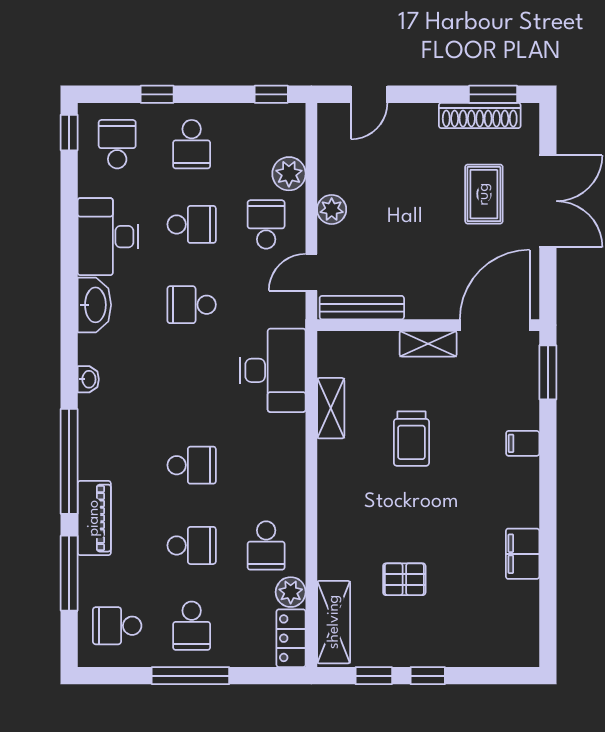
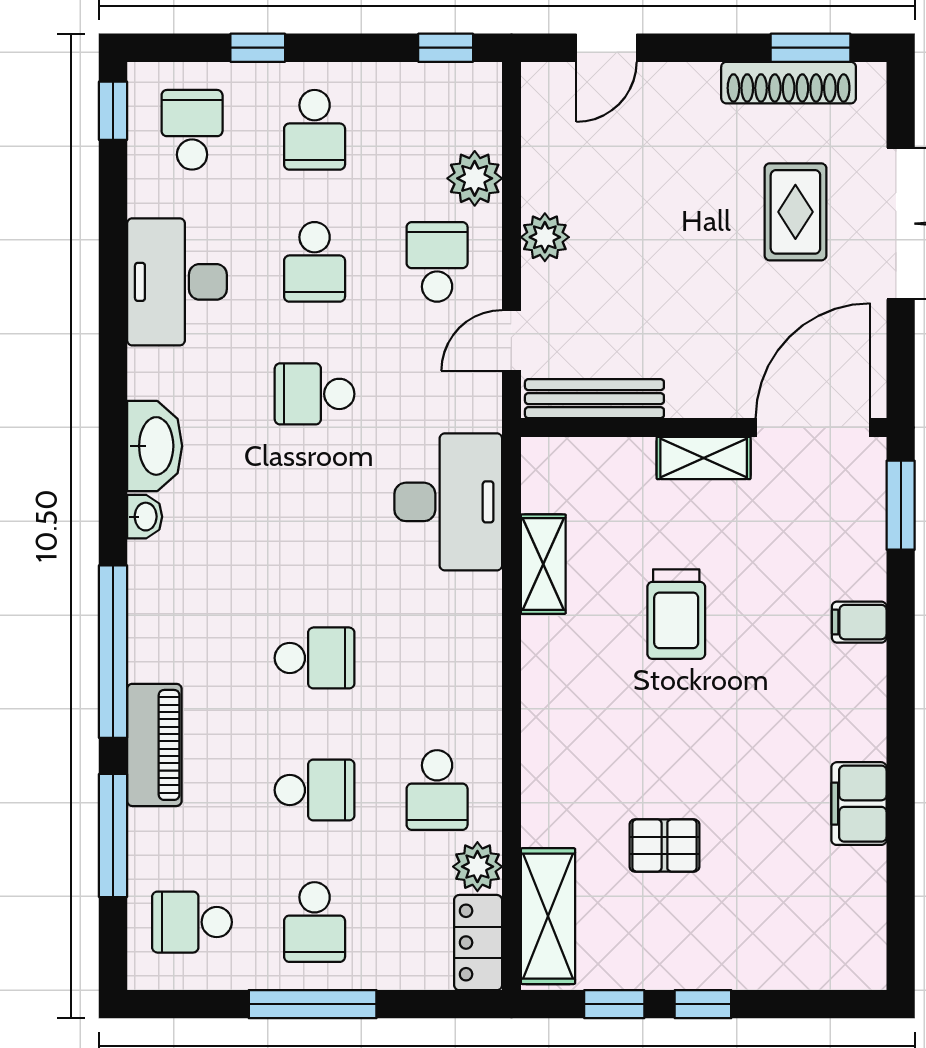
school desk: (192, 224) -> (315, 262), turned 90
washbasin: (94, 305) -> (155, 446), moved

